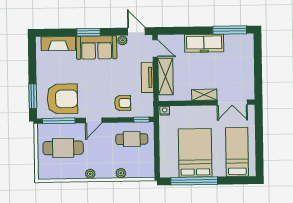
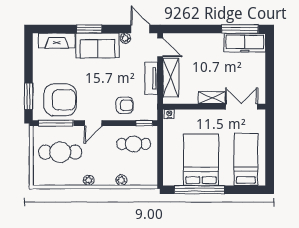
freezer: (204, 43) -> (245, 43), moved
double door: (232, 103) -> (241, 107), swing flipped

